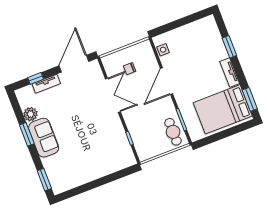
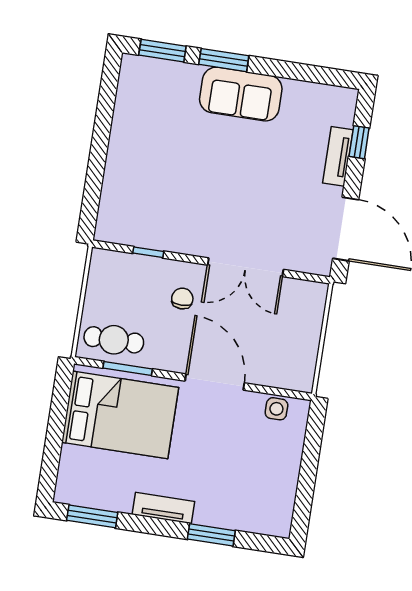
chair: (130, 69) -> (182, 299), moved
bed: (223, 109) -> (120, 415), moved, turned 90
plant: (30, 114) -> (298, 95), removed
window: (27, 134) -> (224, 60), moved

